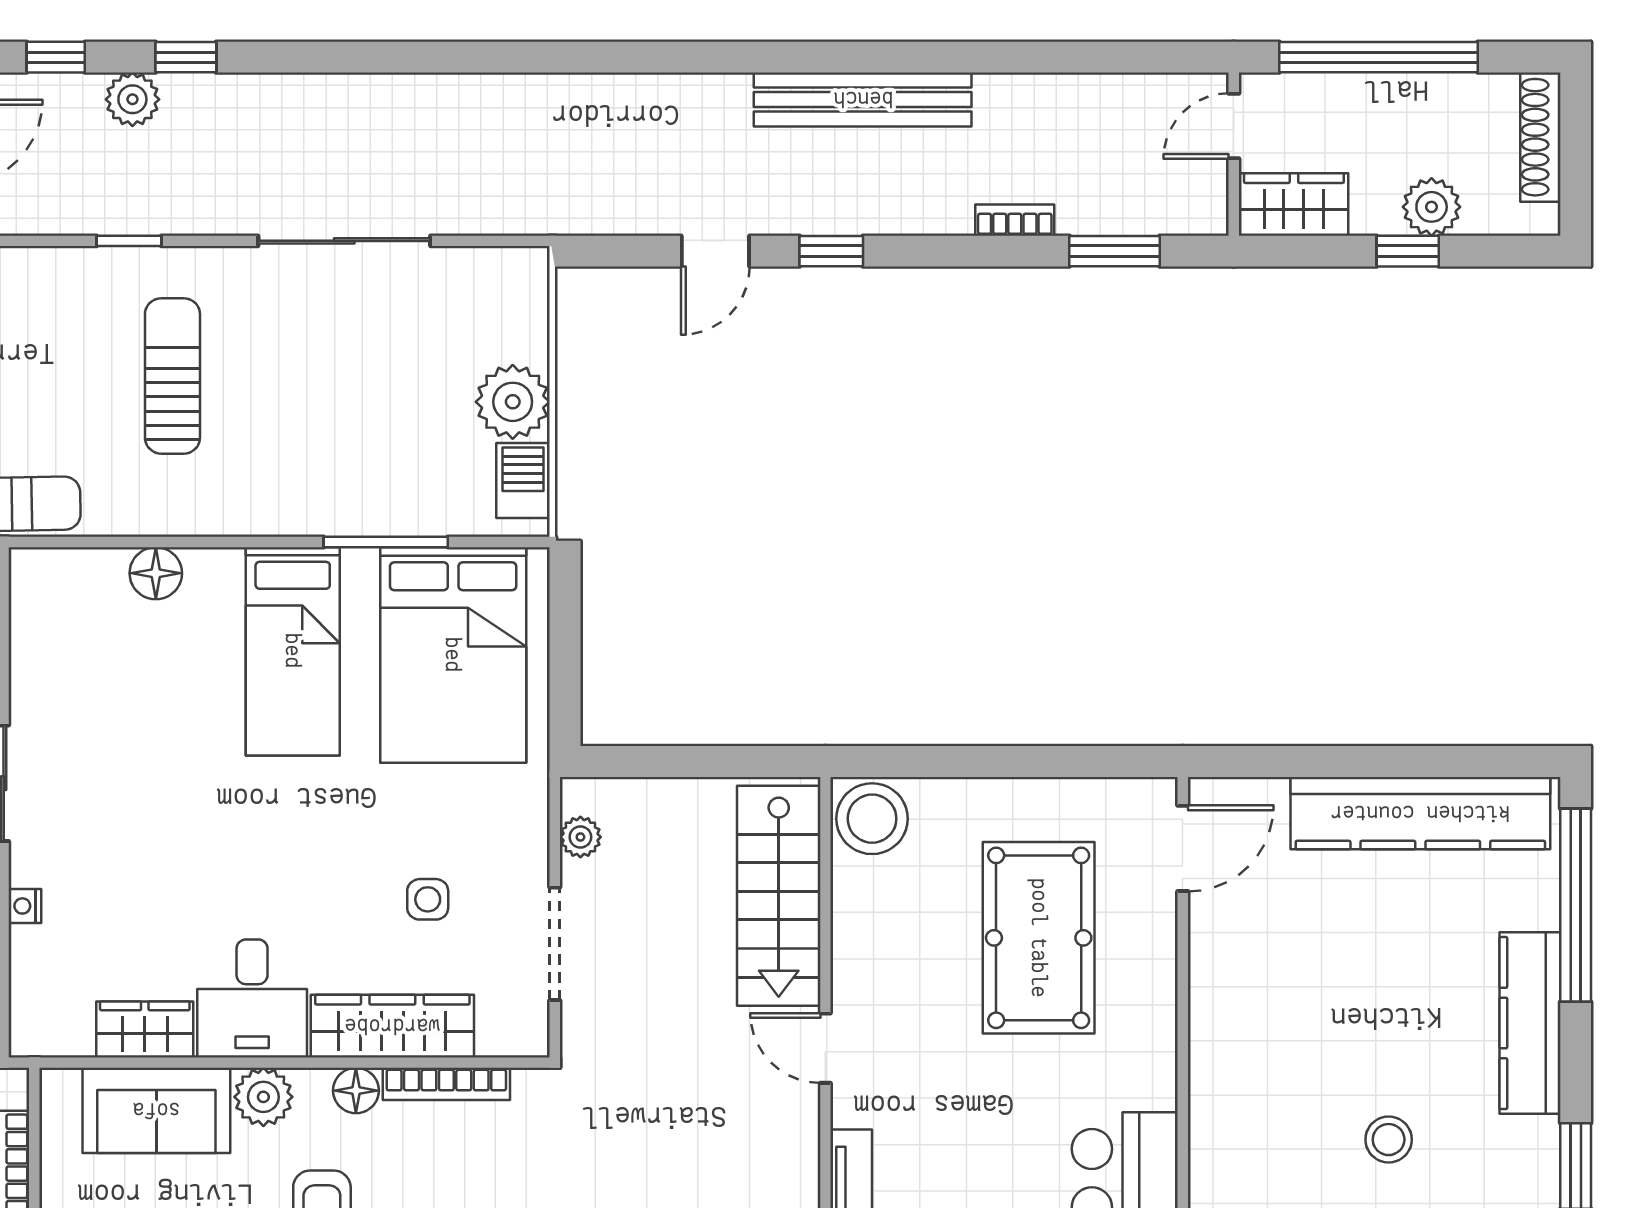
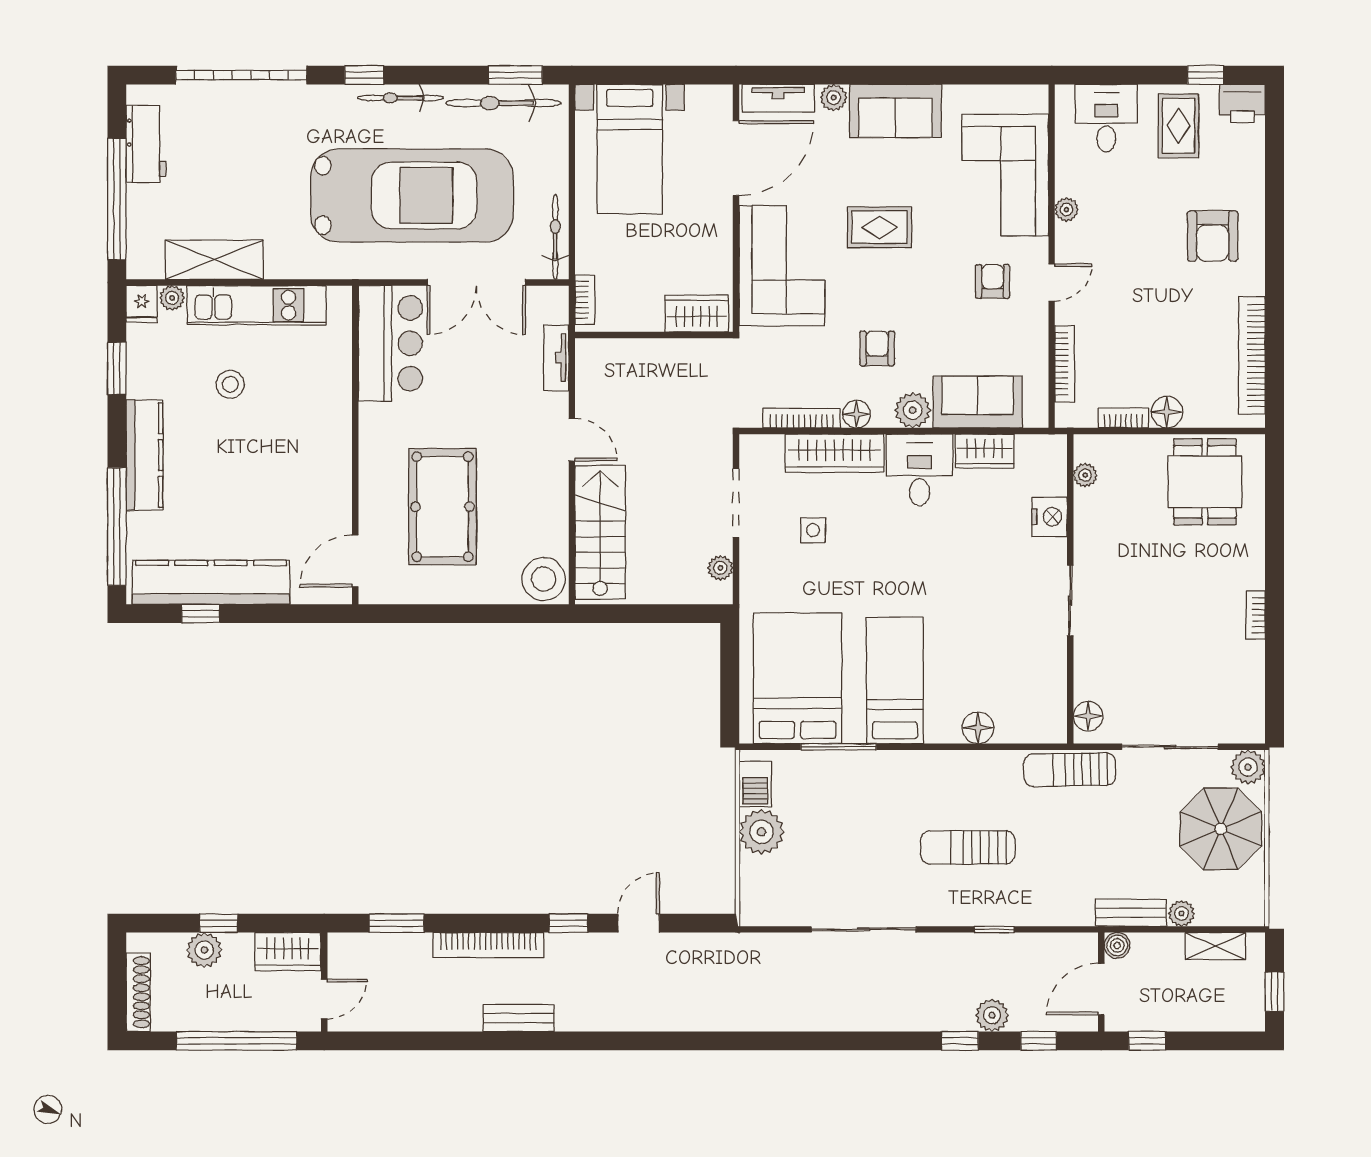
bench: (863, 99) -> (519, 1018), width x0.54, depth x0.82
bookcase: (1015, 220) -> (488, 945), width x2.31, depth x1.31
sun lounger: (172, 376) -> (968, 847), turned 90
window: (1437, 761) -> (201, 614), added
nightstand: (25, 906) -> (1050, 517), width x1.89, depth x1.79

